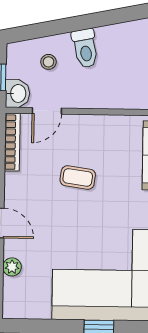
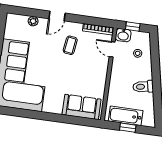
toilet: (85, 48) -> (143, 87), moved
coffee table: (78, 177) -> (70, 45), moved

